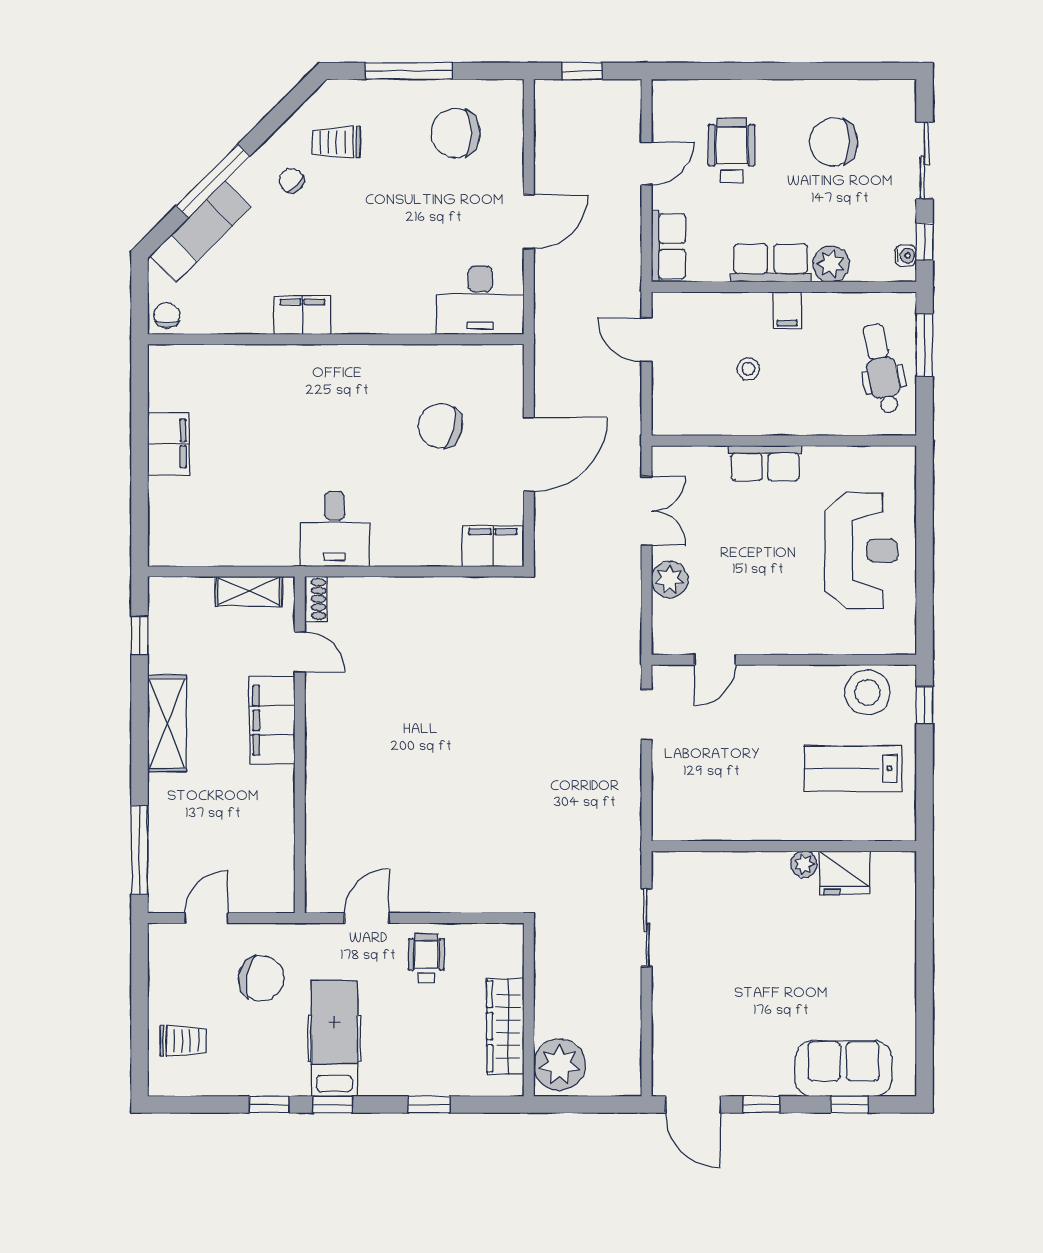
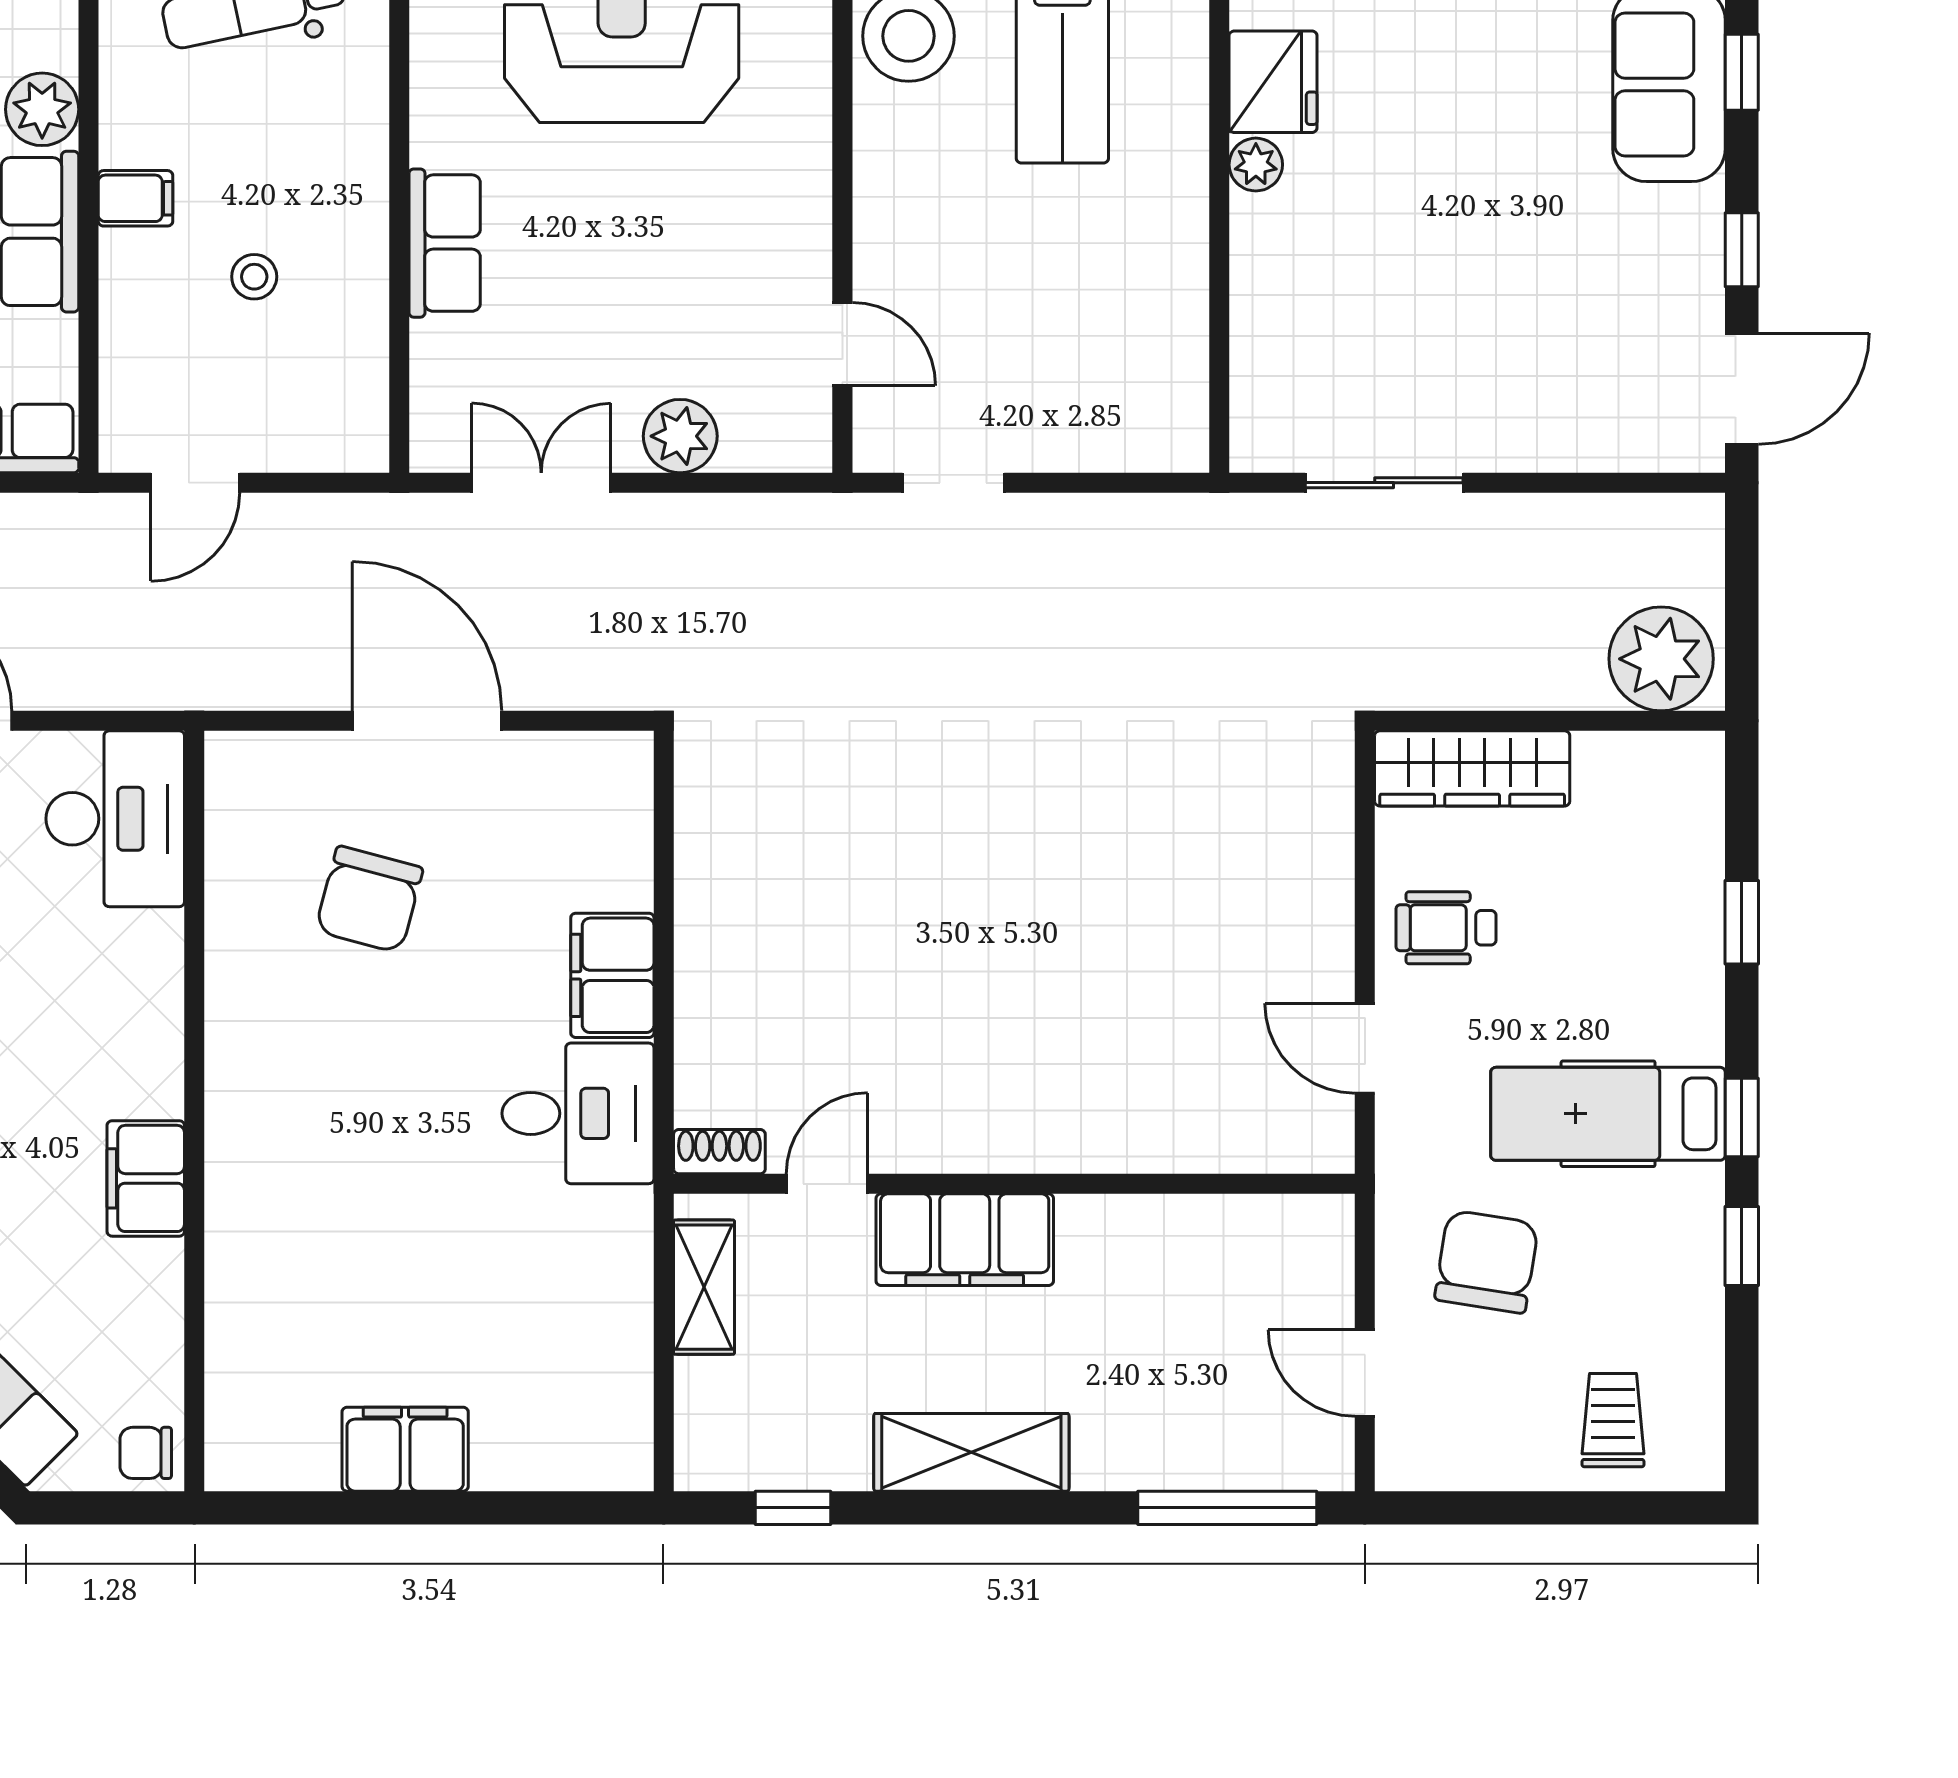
filing cabinet: (493, 546) -> (612, 975), moved
wardrobe: (505, 1026) -> (1472, 768), moved

